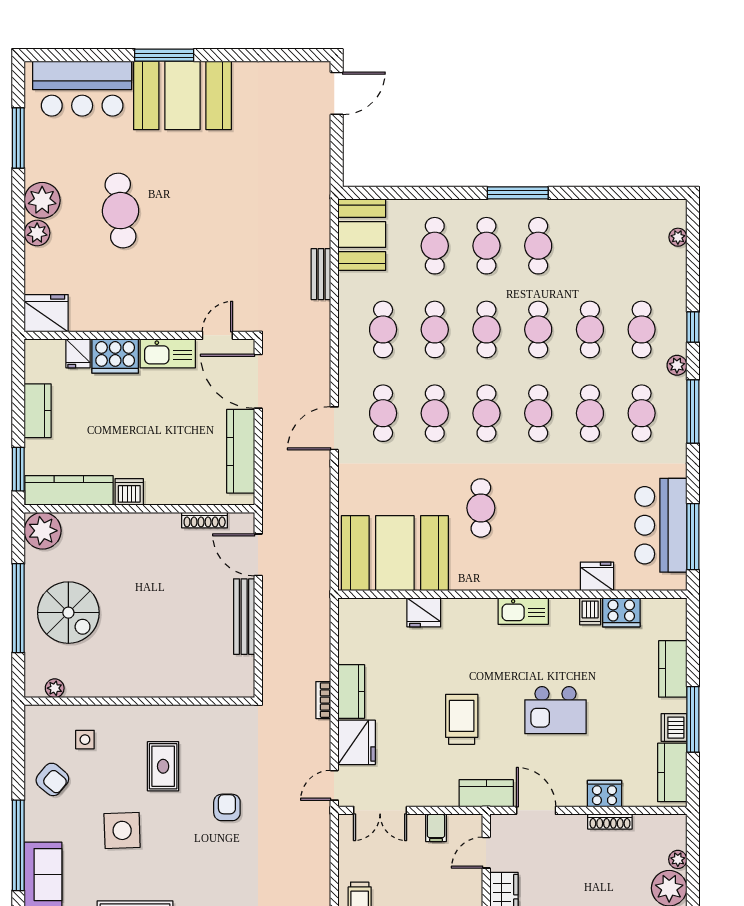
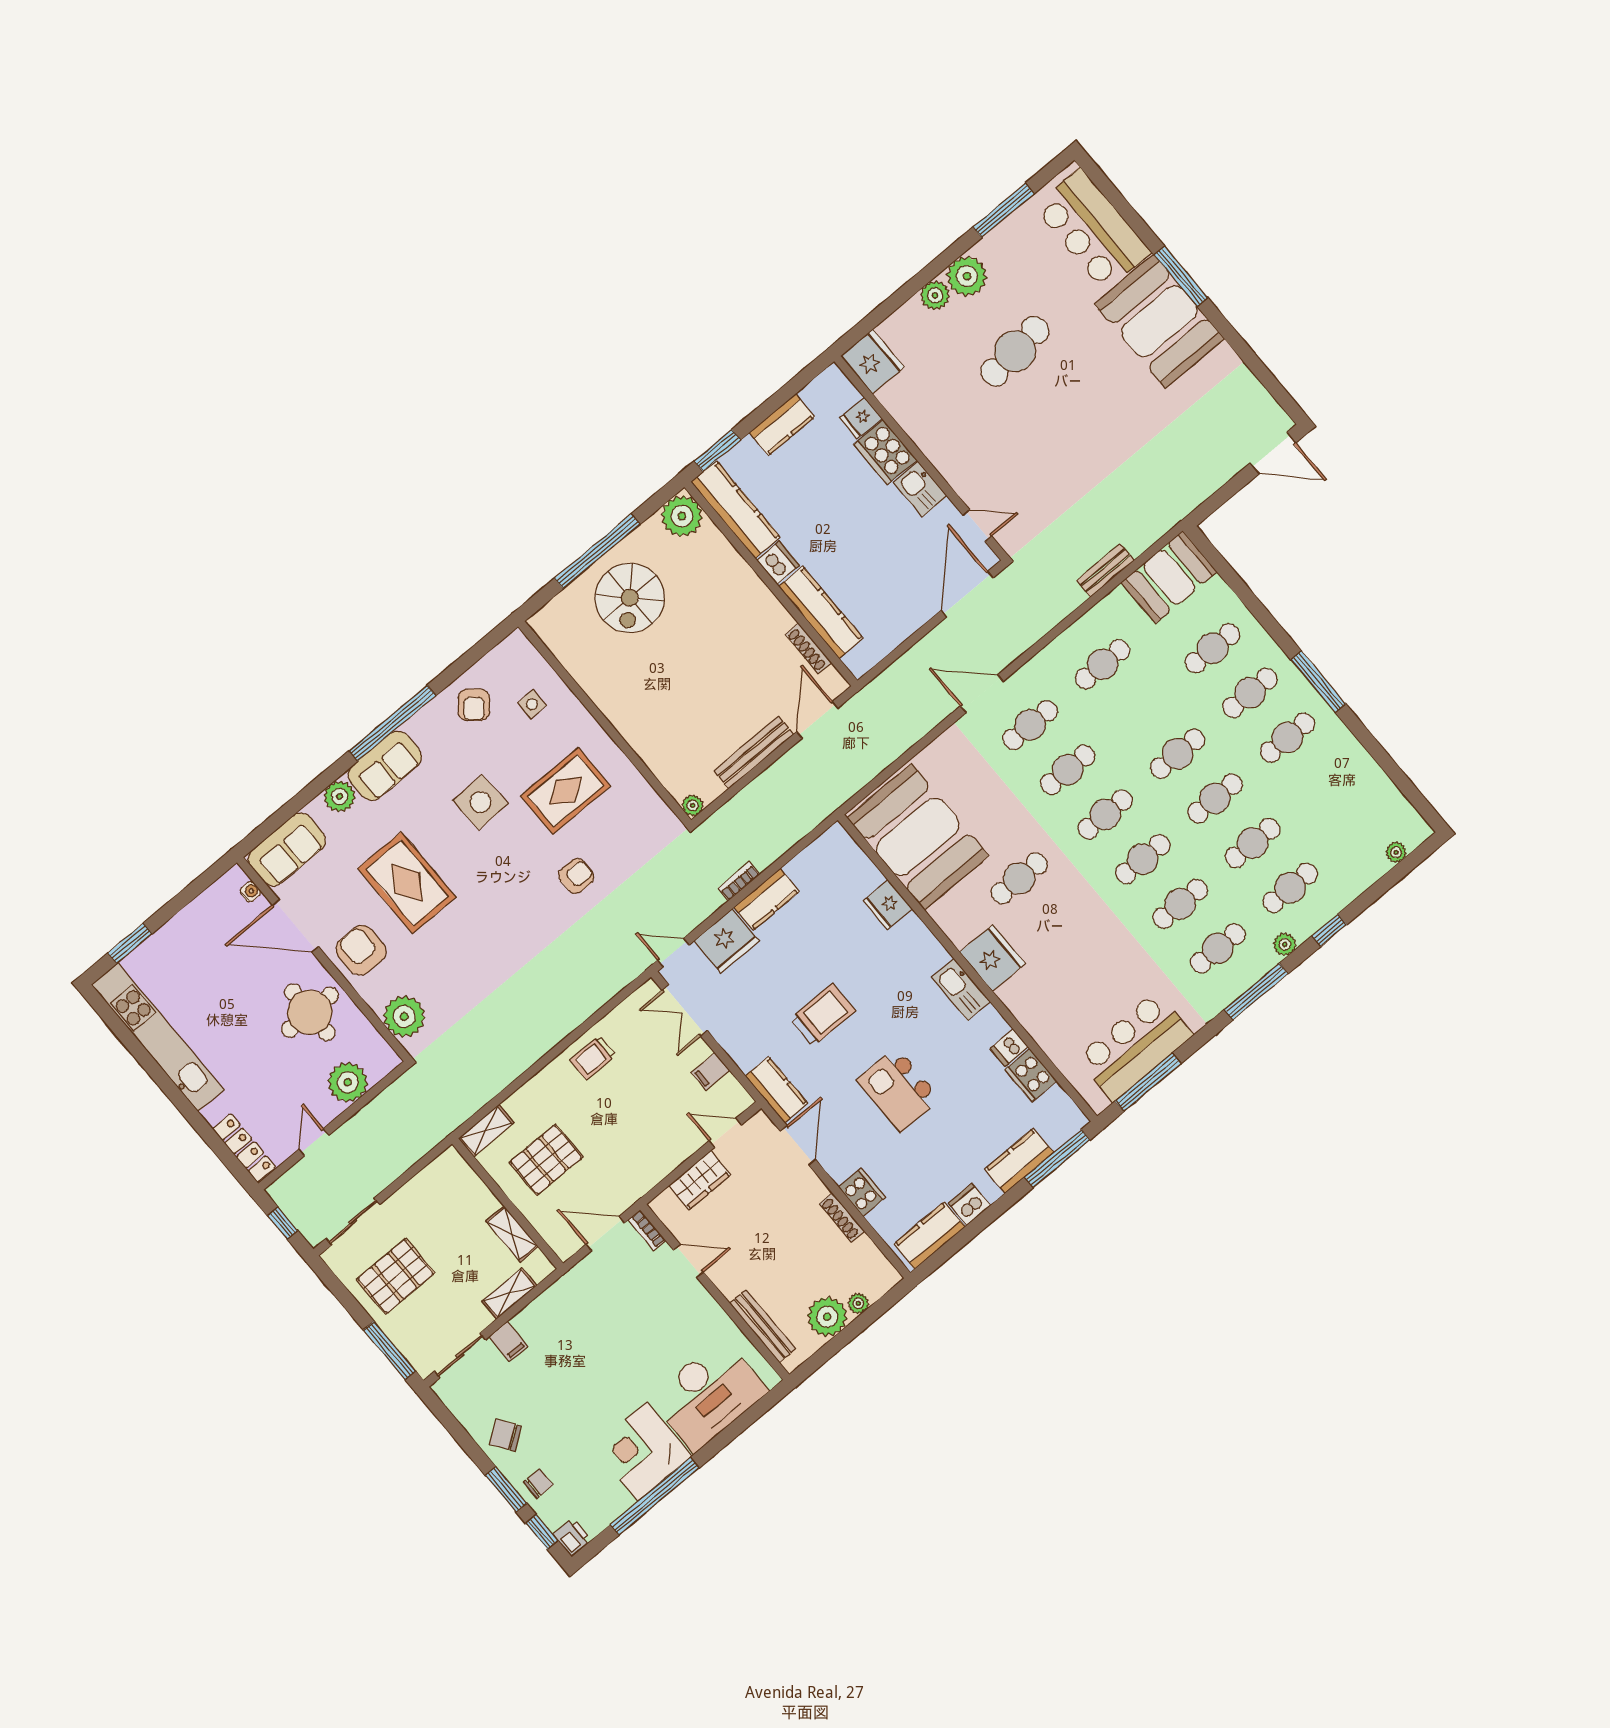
cafe table: (435, 329) -> (1140, 709), removed
kitchen sink: (168, 353) -> (920, 489), width x0.73
kitchen counter: (241, 451) -> (821, 612), moved, turned 90
fridge: (597, 576) -> (993, 958), moved, width x1.36, depth x1.34
plant: (55, 688) -> (693, 805), moved
window: (693, 719) -> (1057, 1159), moved
rug: (163, 766) -> (566, 791), width x1.36, depth x1.43

